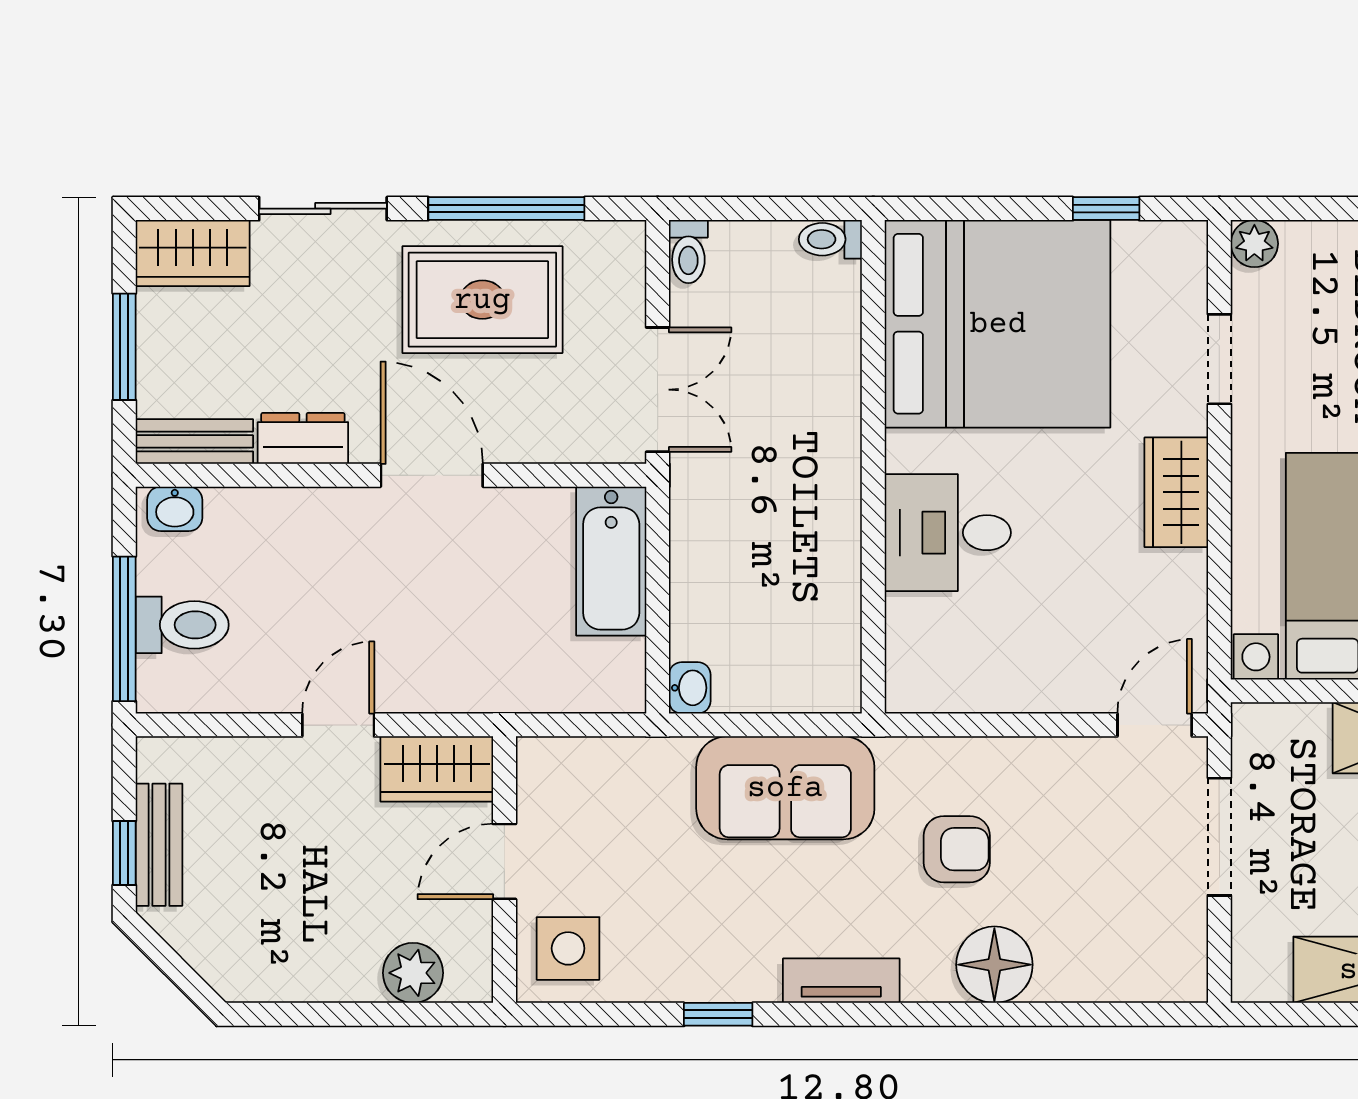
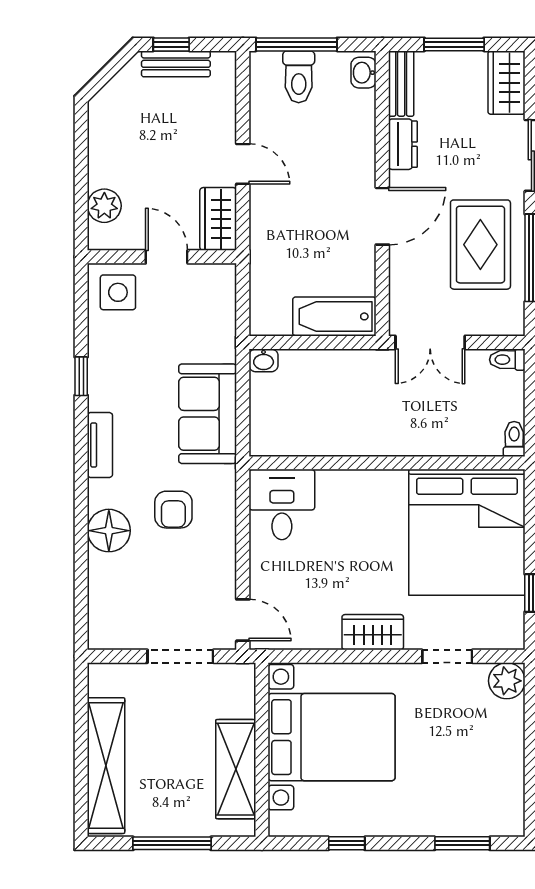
plant: (1254, 244) -> (507, 681), width x1.38, depth x1.38
desk: (948, 533) -> (282, 504), moved

